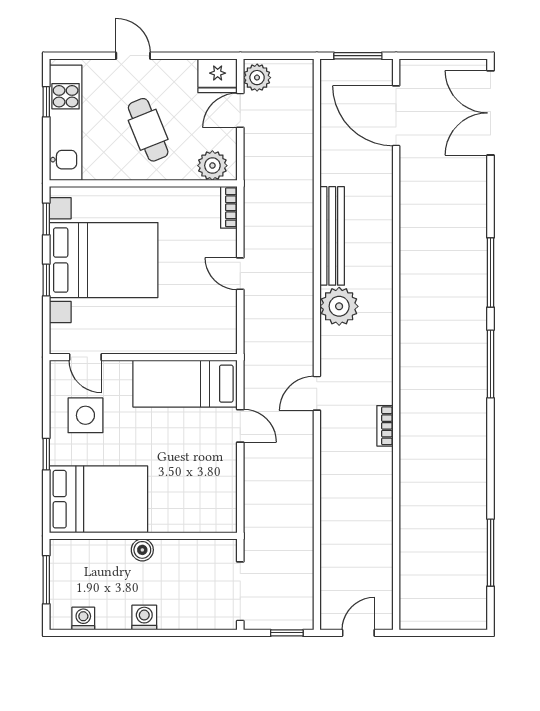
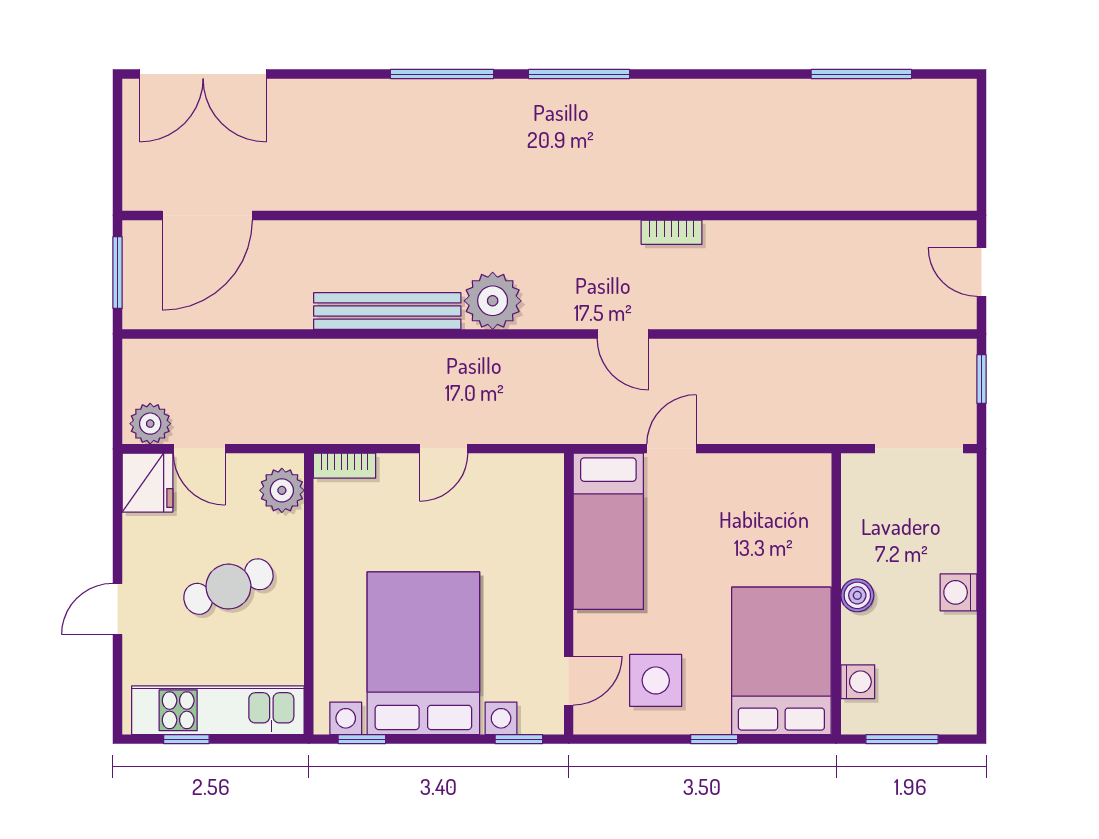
window: (46, 280) -> (519, 739), moved
washing machine: (83, 618) -> (858, 682), moved, turned 180

